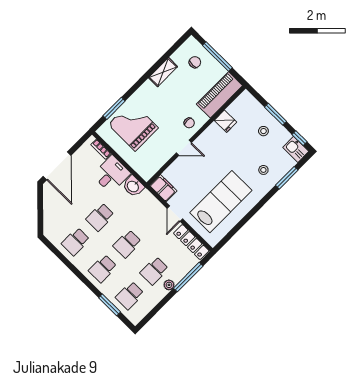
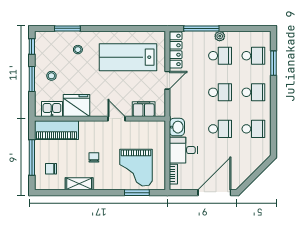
fridge: (226, 121) -> (77, 105), width x1.88, depth x1.34
chair: (189, 123) -> (94, 157), moved
kitchen sink: (296, 149) -> (52, 109), moved, turned -90
filing cabinet: (163, 188) -> (144, 109), moved, turned 90

